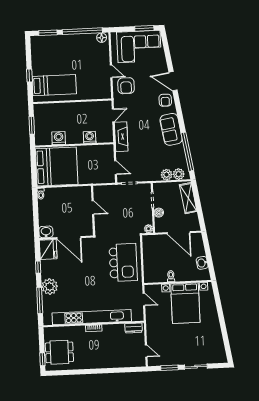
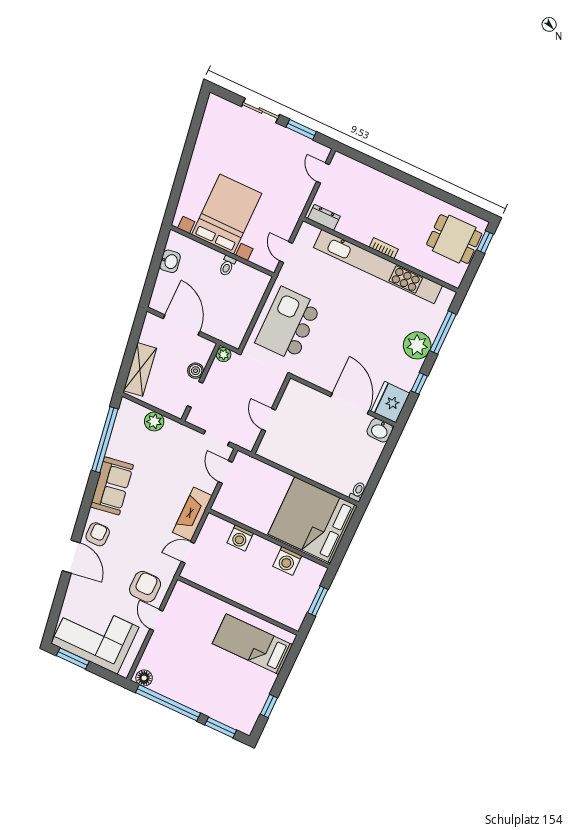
window: (29, 75) -> (269, 706), moved
plant: (179, 174) -> (135, 413), removed
door: (93, 208) -> (269, 420), moved
wall: (93, 211) -> (271, 415), moved

